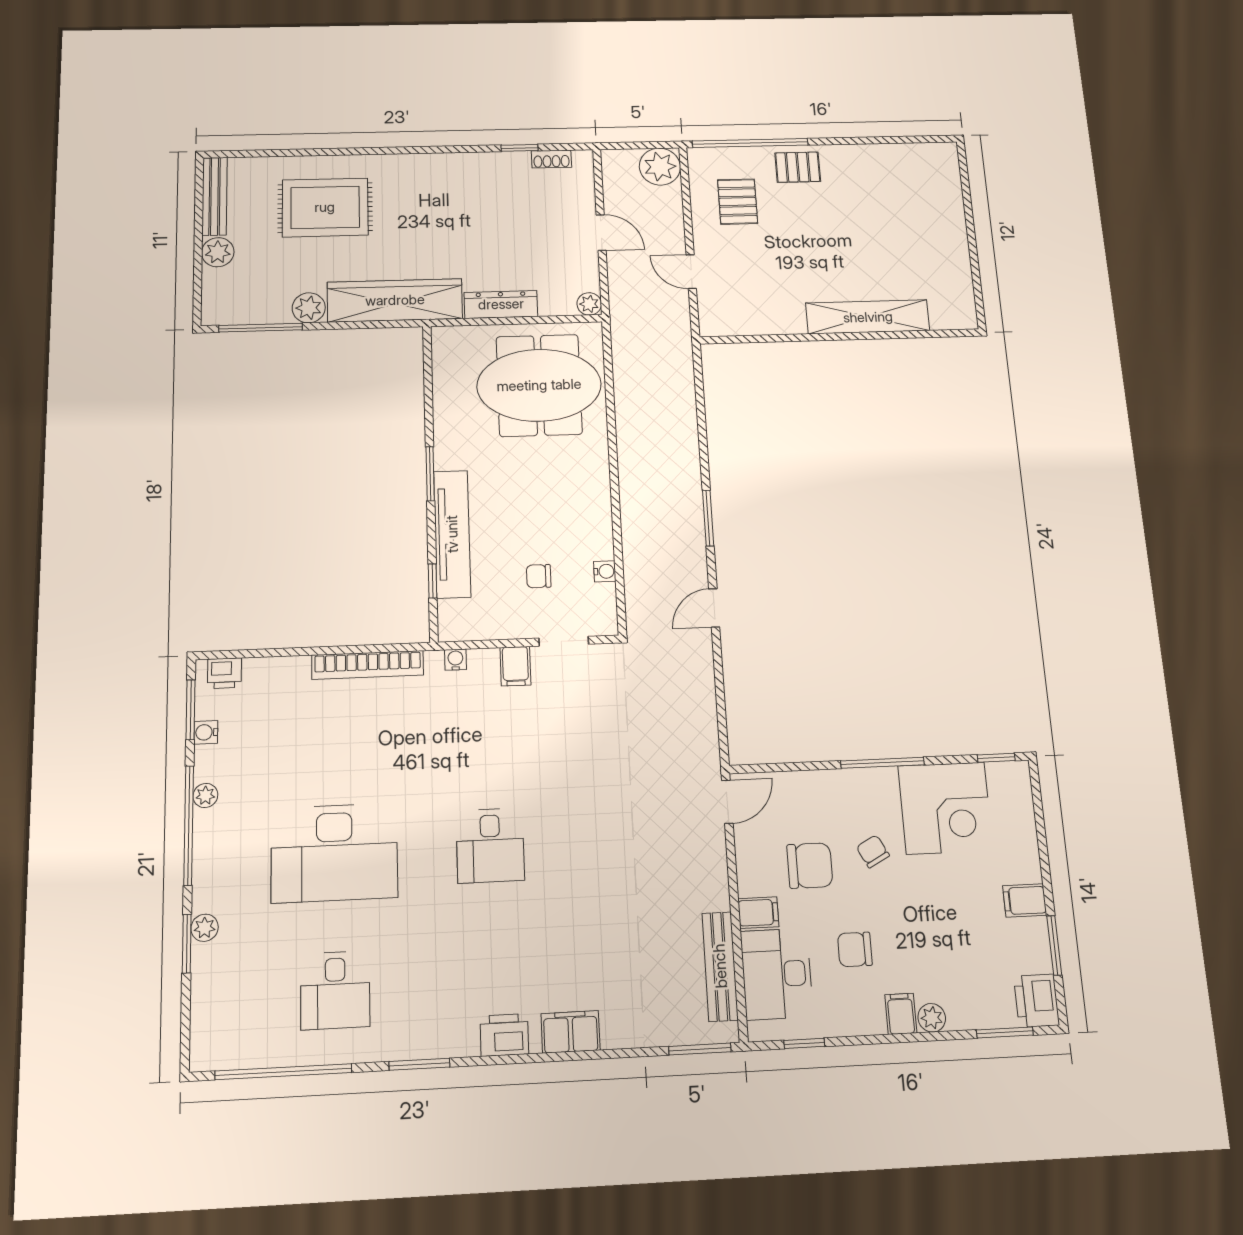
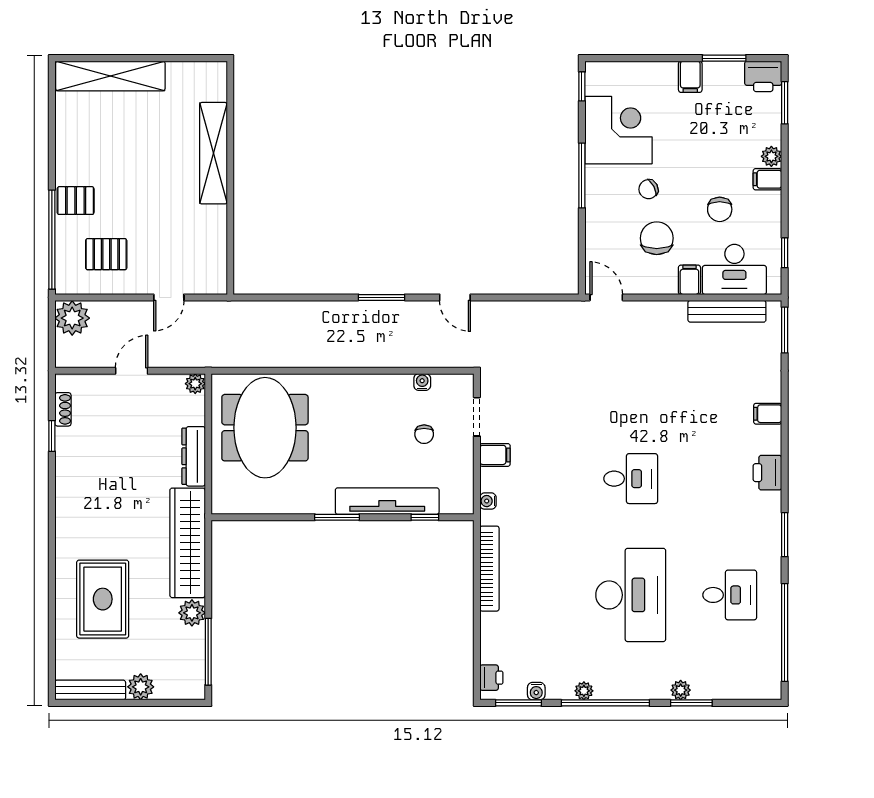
pallet: (798, 167) -> (76, 201), turned 90
shelving: (947, 201) -> (110, 76), added
filing cabinet: (571, 1032) -> (768, 414), width x0.50

